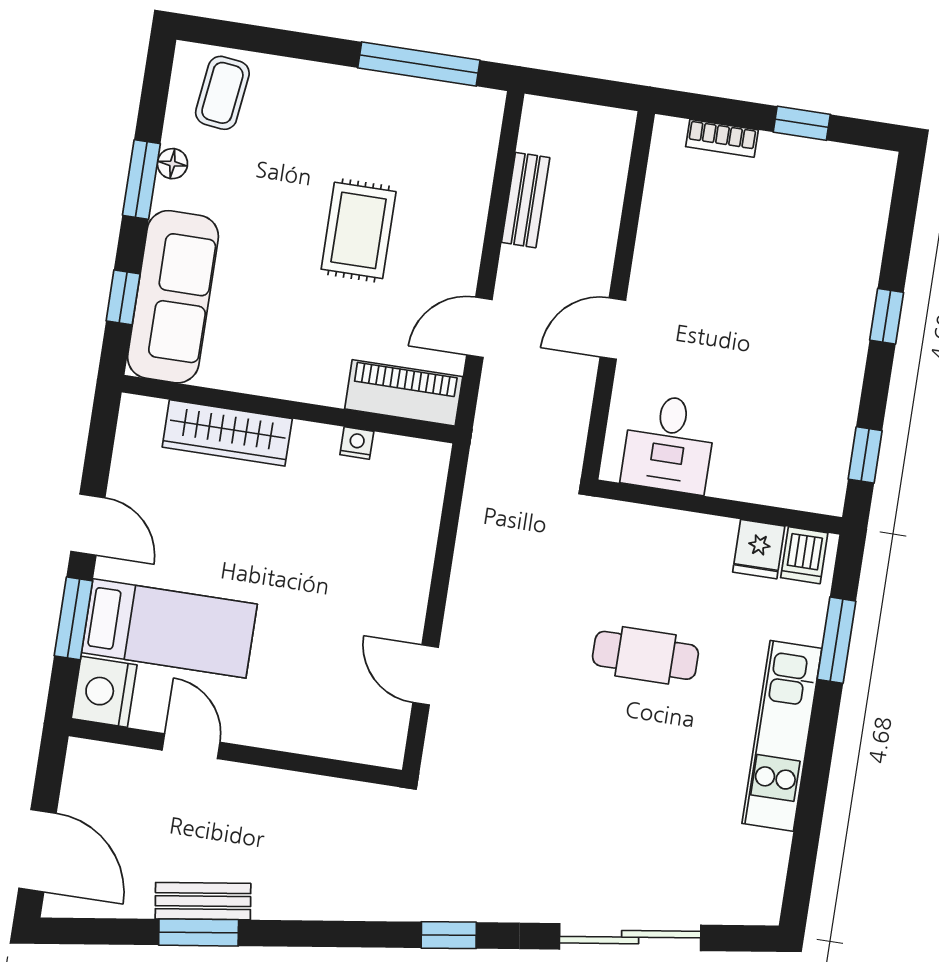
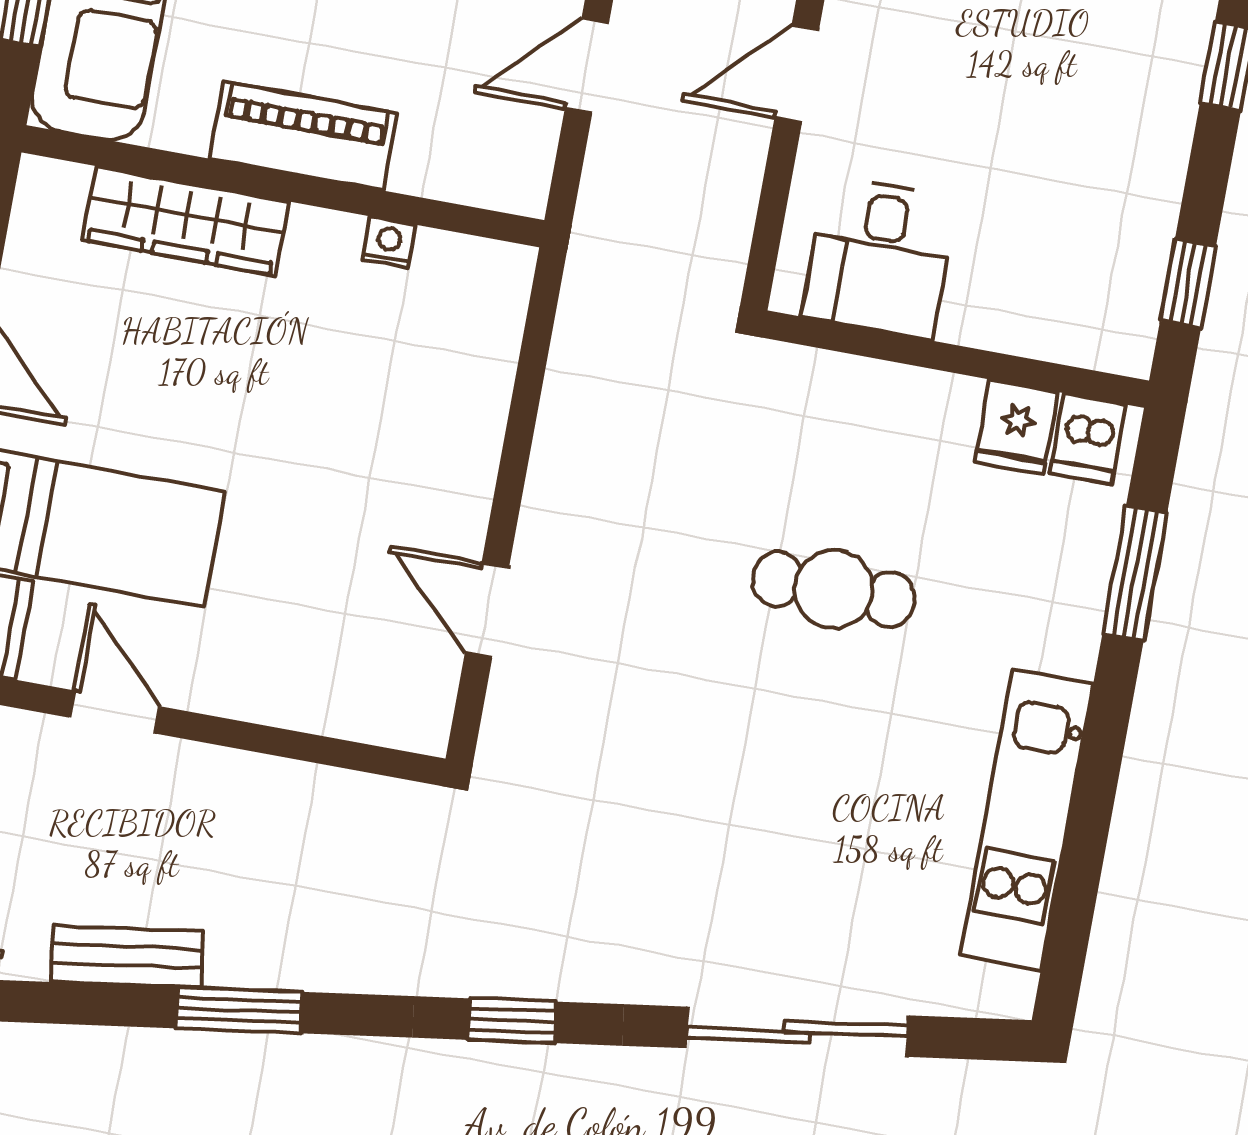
piano: (404, 393) -> (303, 136), moved
kitchen unit: (782, 736) -> (1027, 820), moved
window: (199, 932) -> (239, 1010), moved

